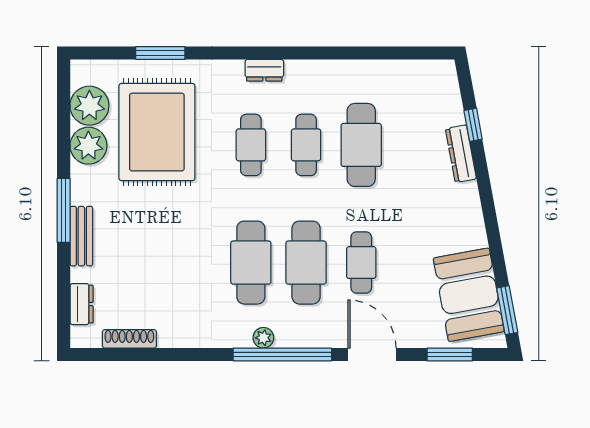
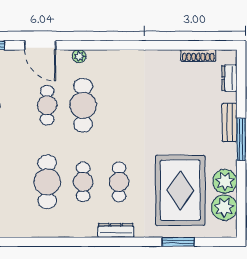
dresser: (264, 70) -> (116, 231), width x1.44
cafe table: (251, 263) -> (119, 105), removed
plant: (263, 338) -> (79, 56), moved
window: (282, 354) -> (99, 45), removed

